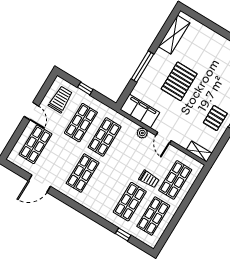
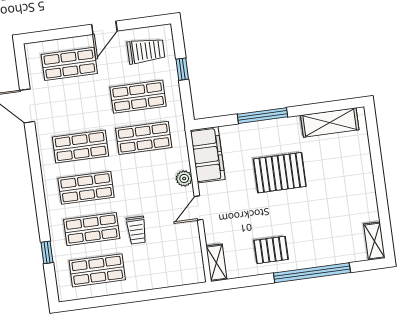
shop shelf: (175, 180) -> (86, 188), moved

